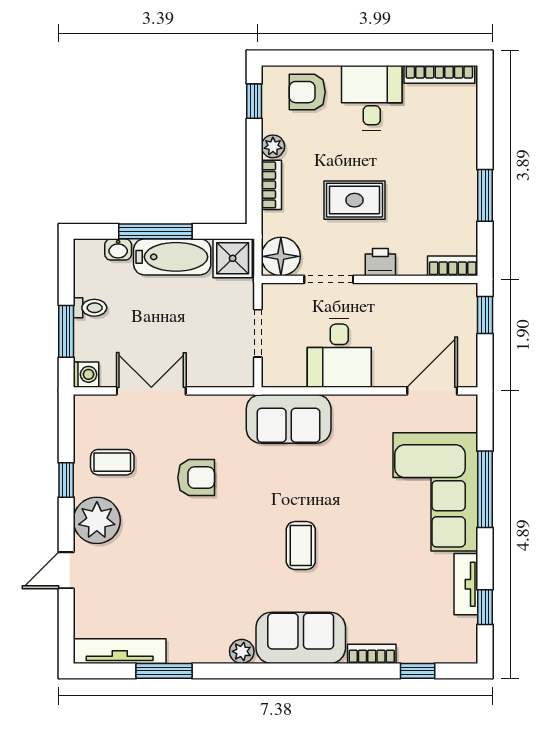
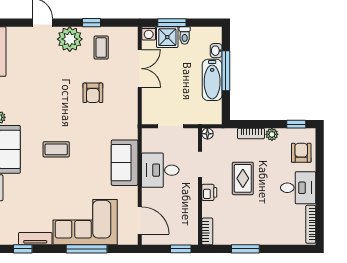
floor lamp: (281, 256) -> (207, 134), width x0.53, depth x0.53
shower: (233, 258) -> (167, 37), moved
sofa: (289, 419) -> (125, 163), moved

